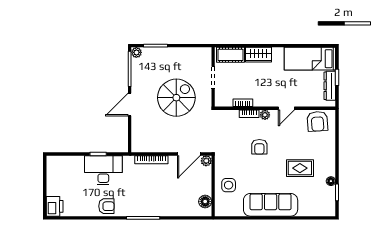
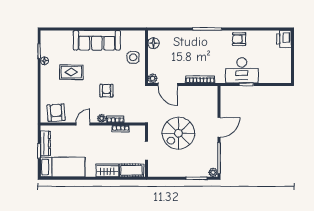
door: (189, 154) -> (168, 84), swing flipped

